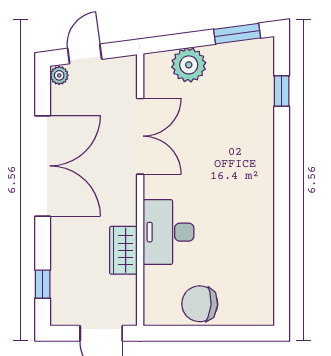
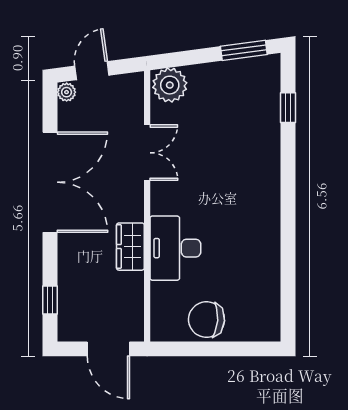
plant: (189, 65) -> (170, 85), moved
double door: (140, 136) -> (147, 153), width x0.73
wardrobe: (123, 250) -> (130, 247), moved

